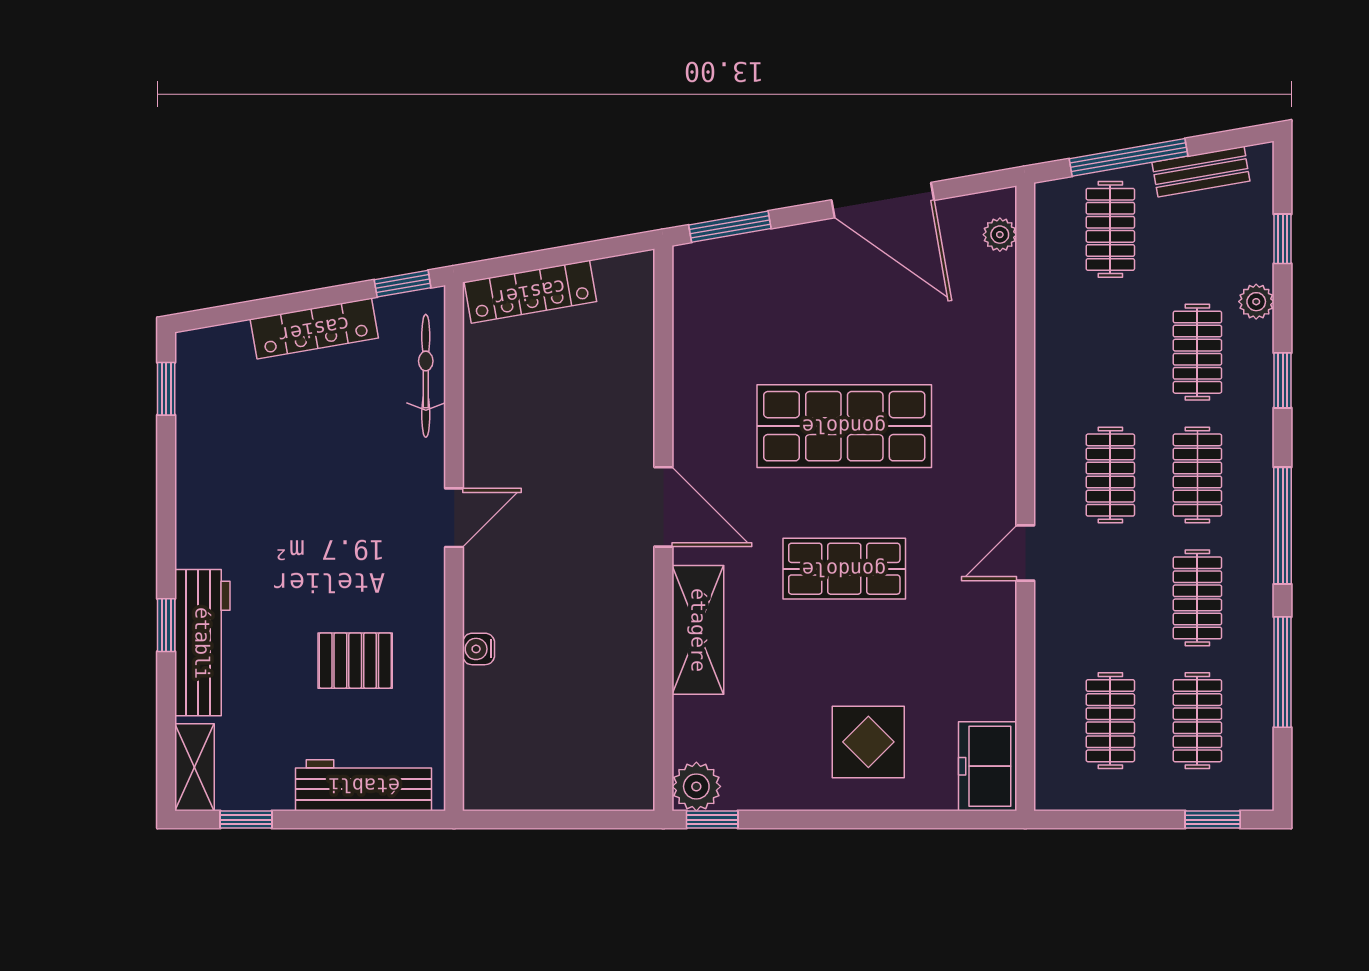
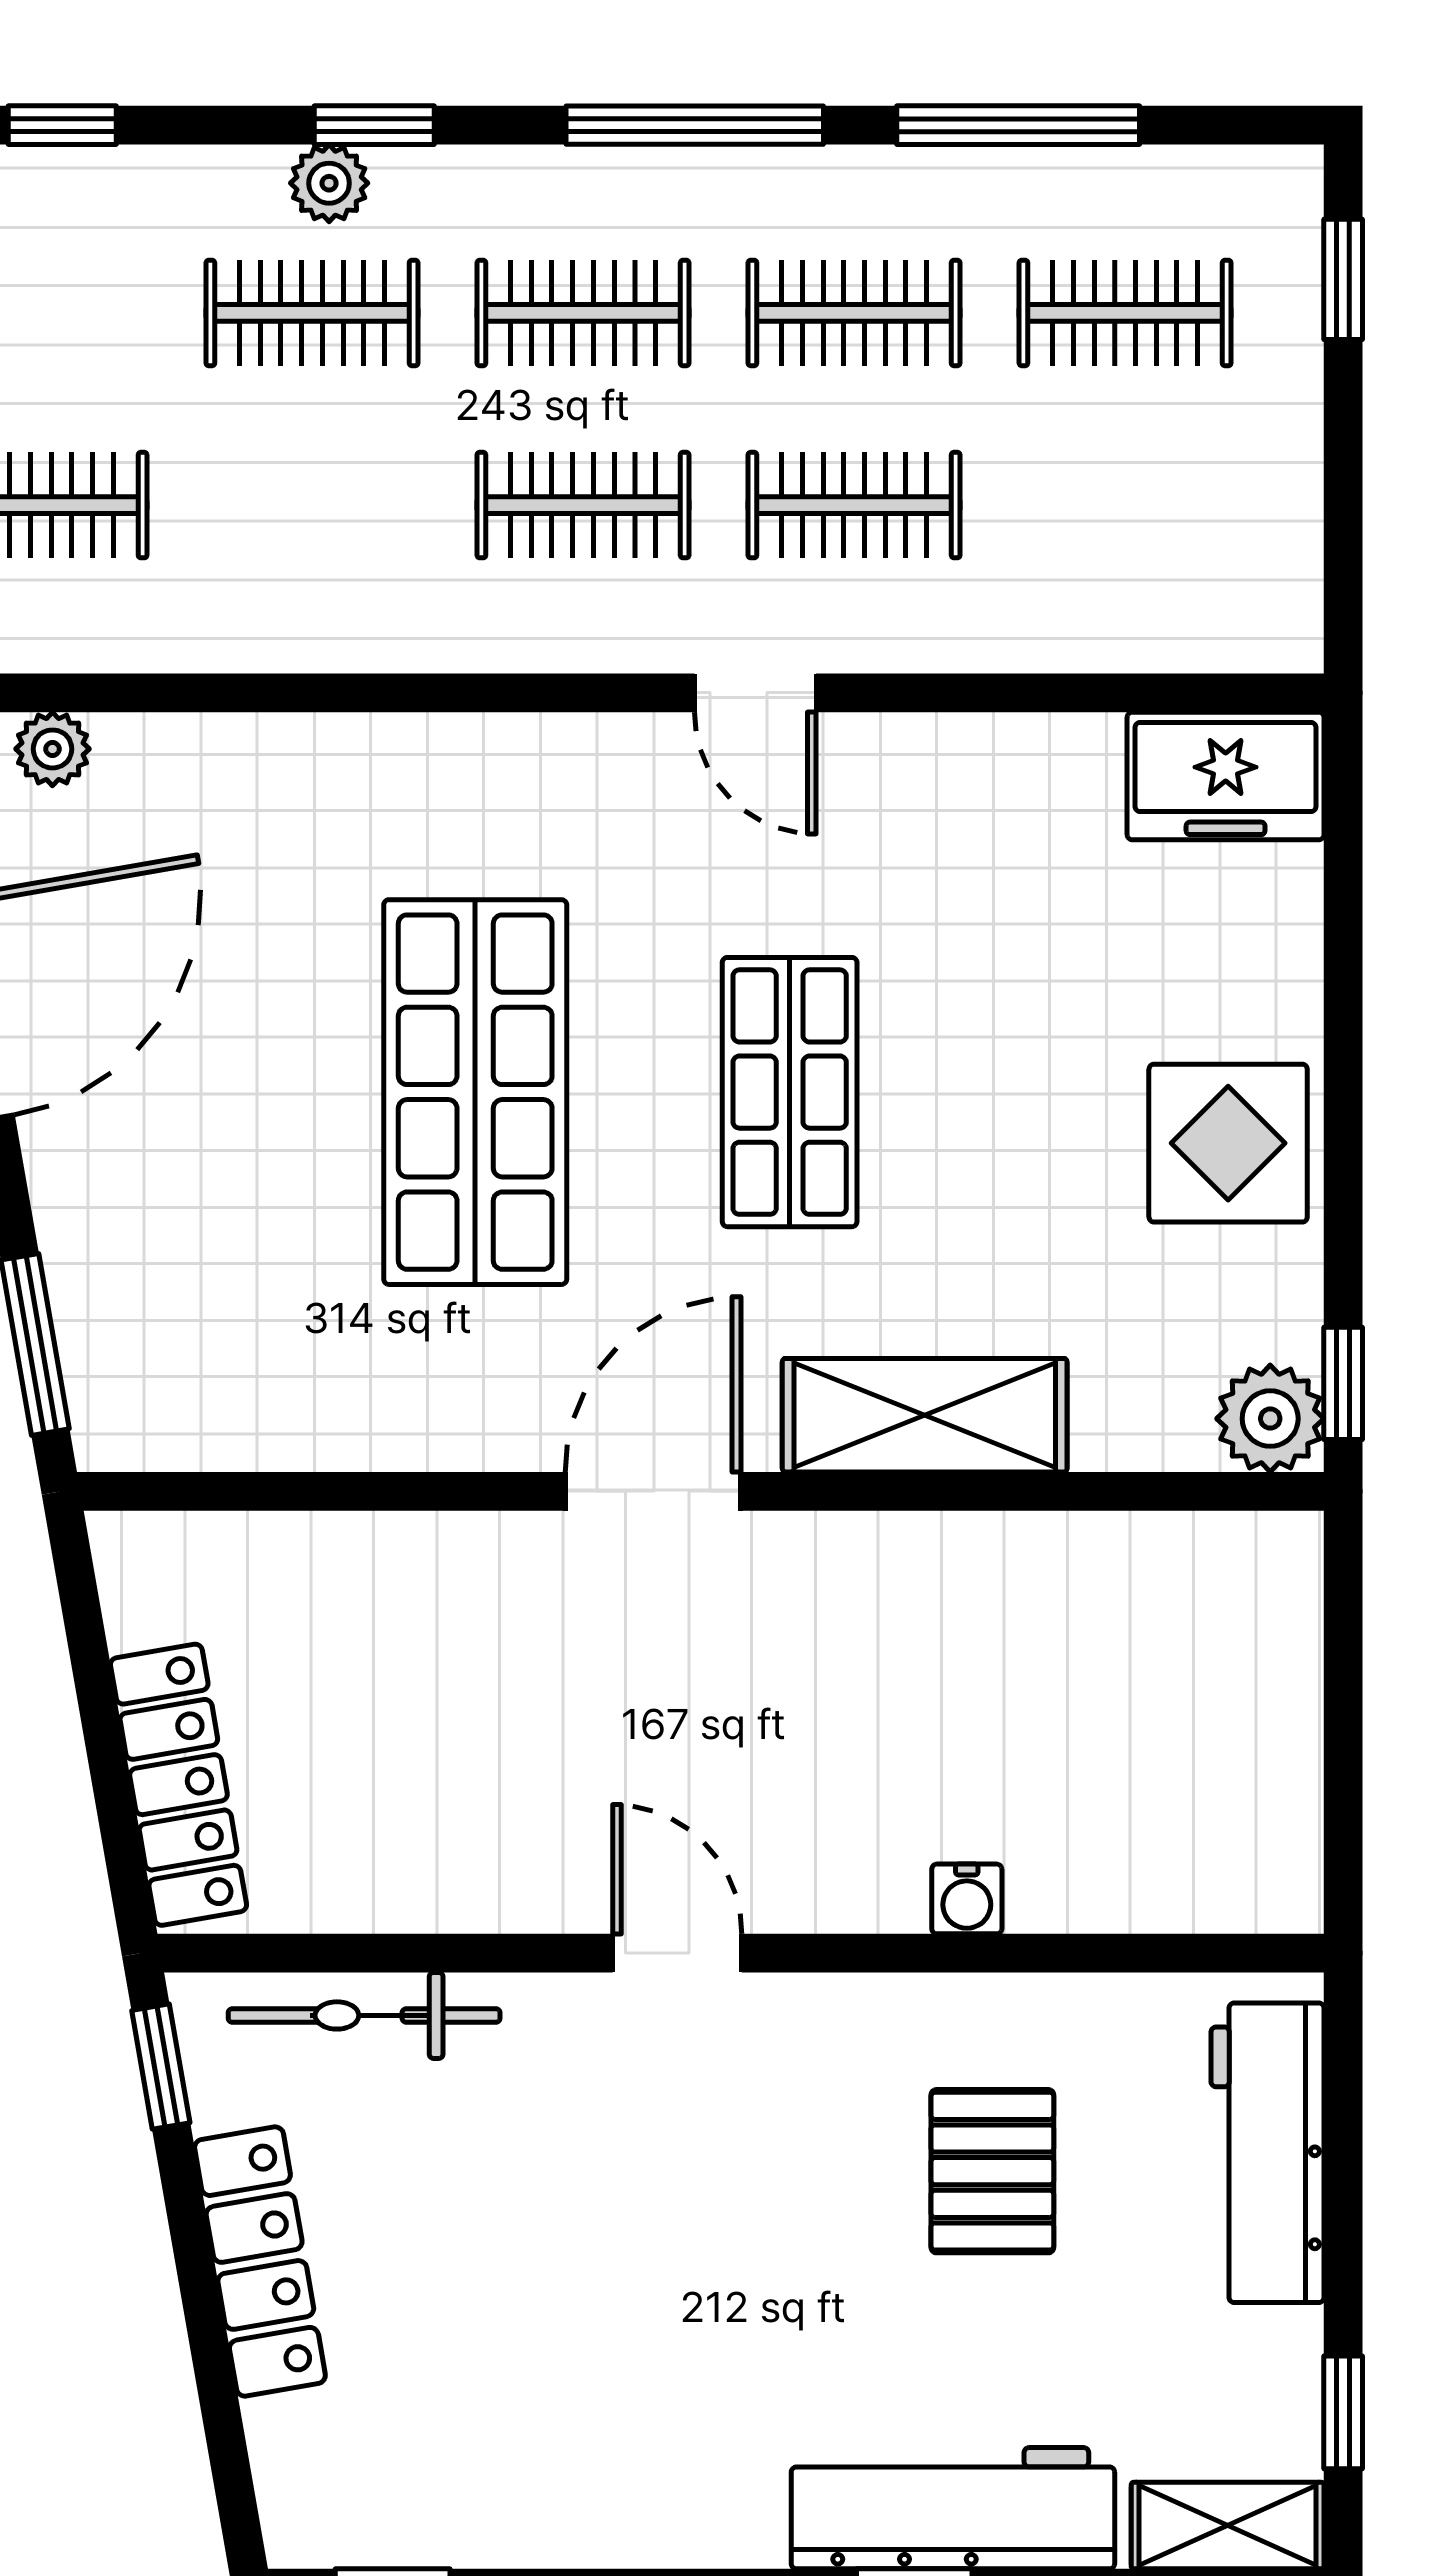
plant: (1256, 302) -> (329, 183), moved
clothes rail: (1110, 721) -> (854, 505), moved
display table: (868, 742) -> (1228, 1143), moved

